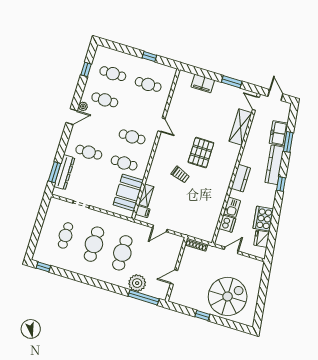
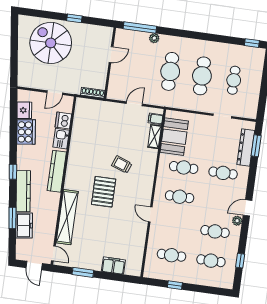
shelving: (240, 127) -> (67, 217), width x1.47
kitchen counter: (241, 178) -> (57, 171), width x1.50
plant: (137, 283) -> (154, 38), width x0.53, depth x0.53
spiral stairs: (228, 296) -> (51, 43), turned 90

